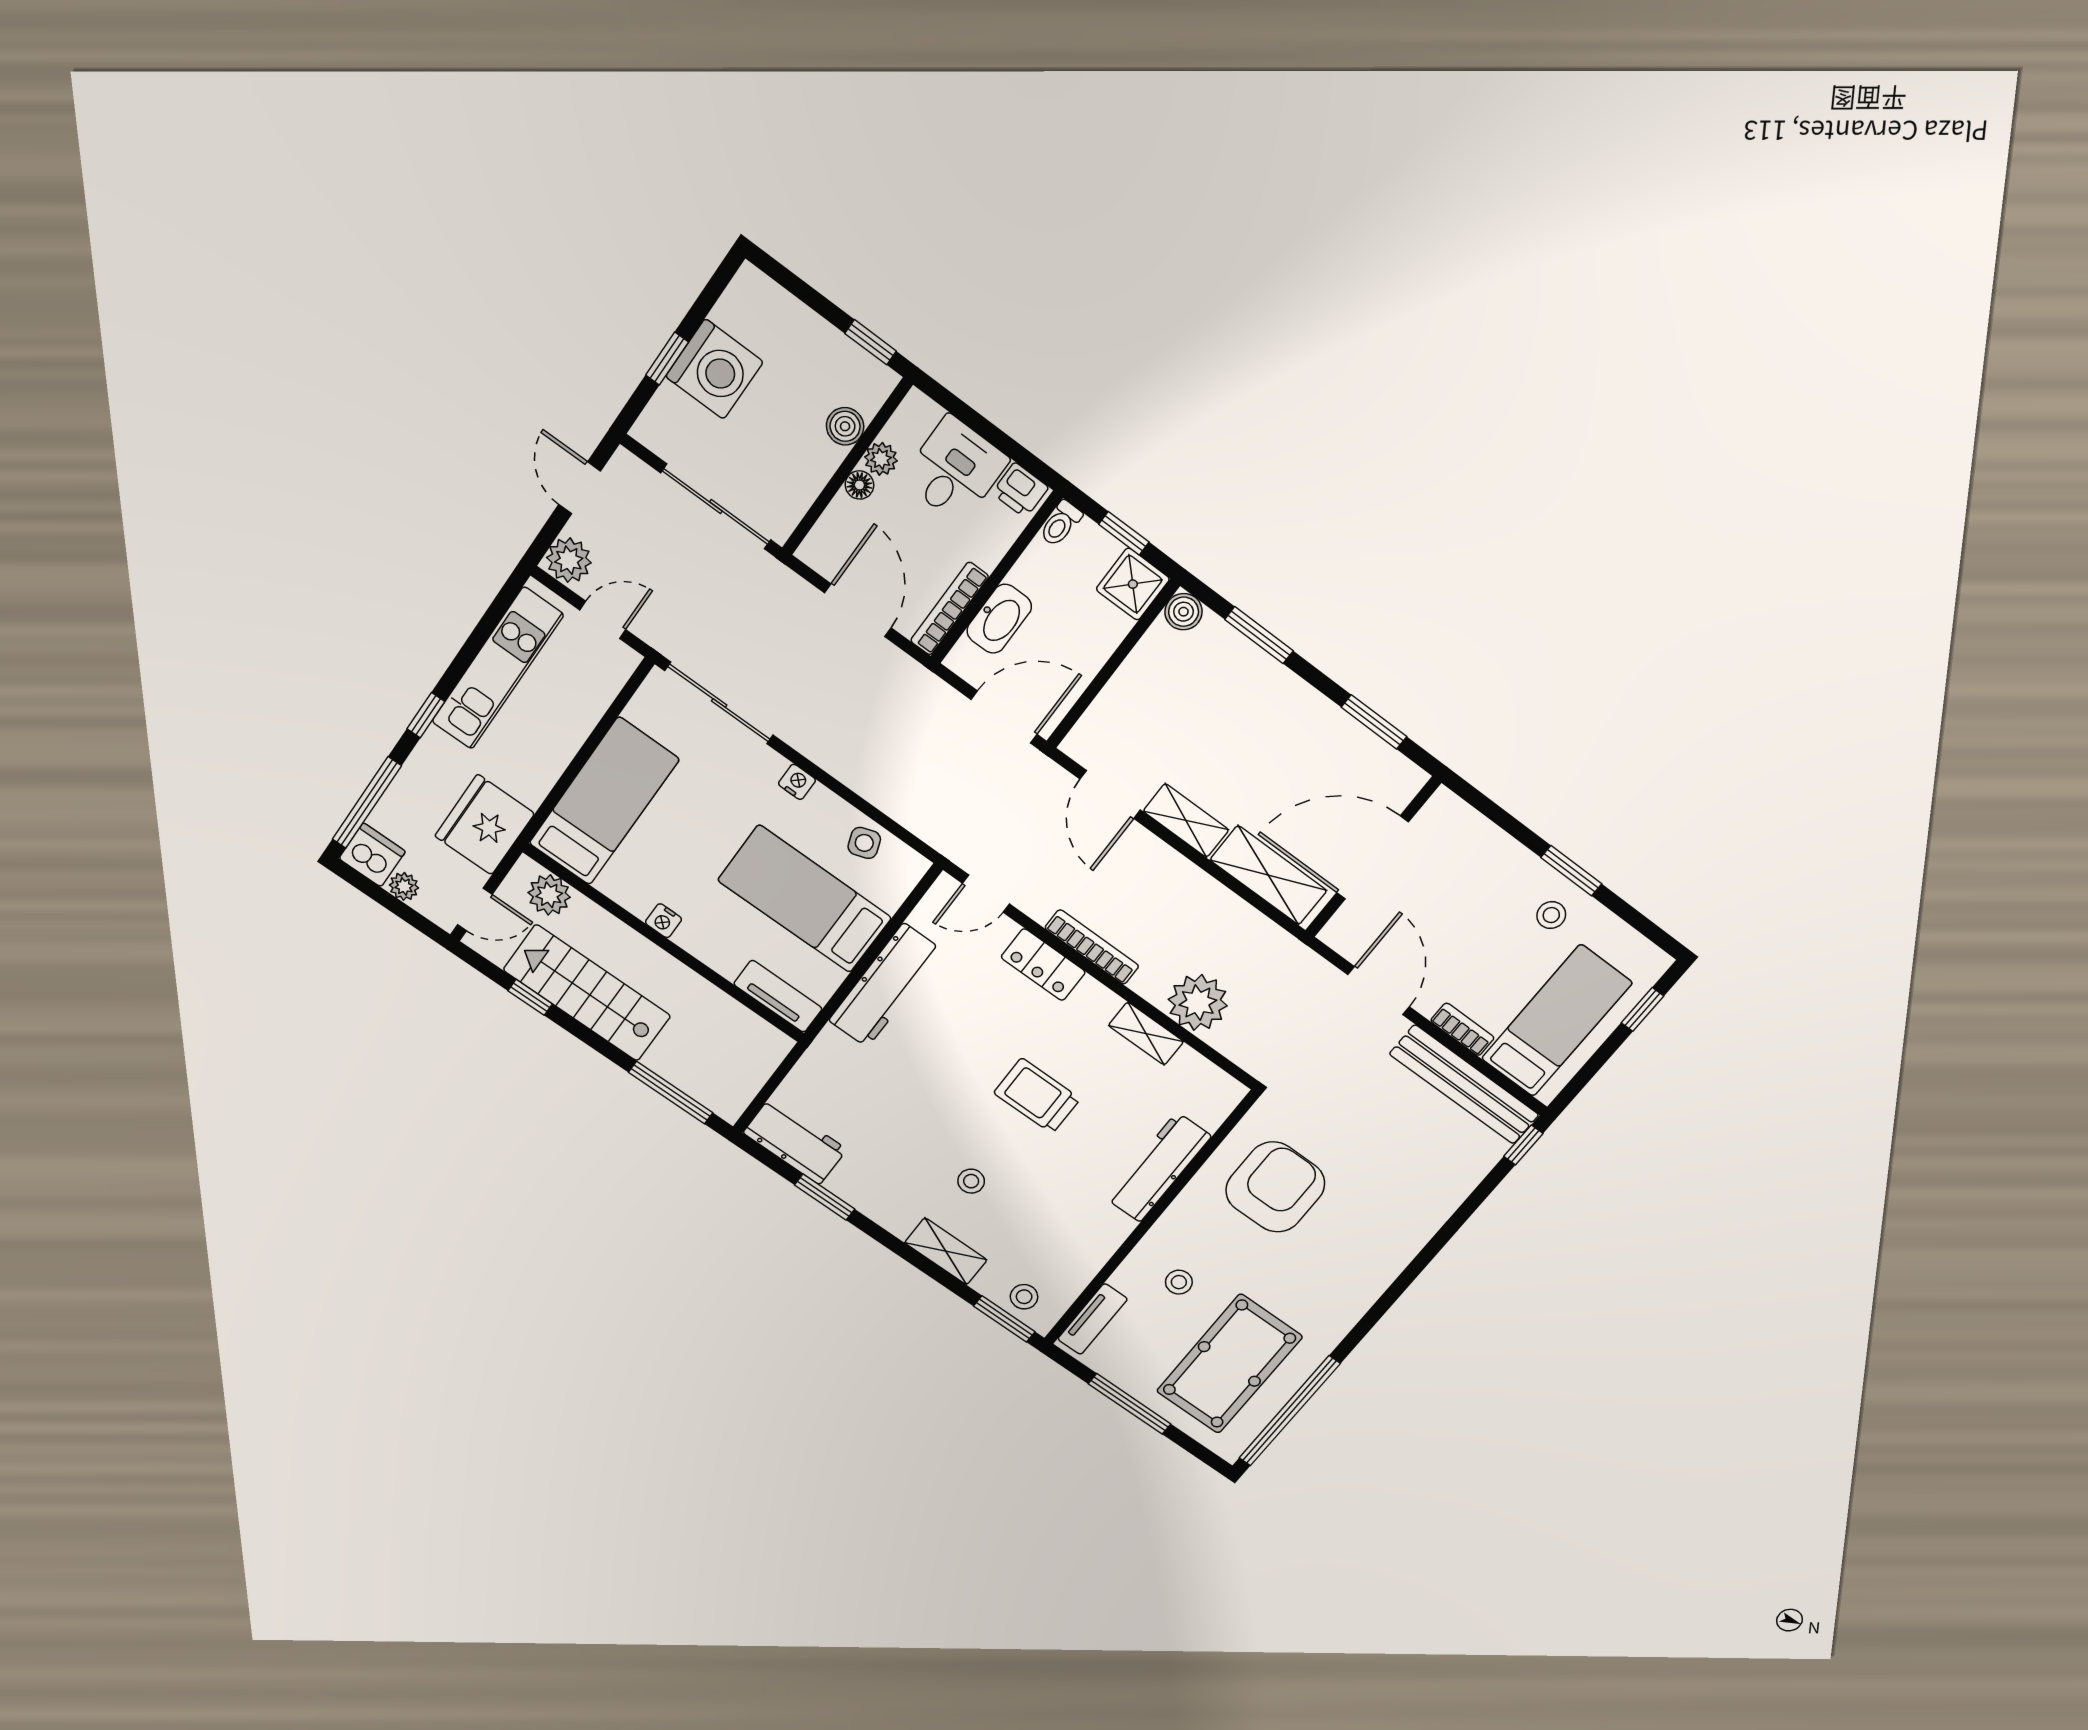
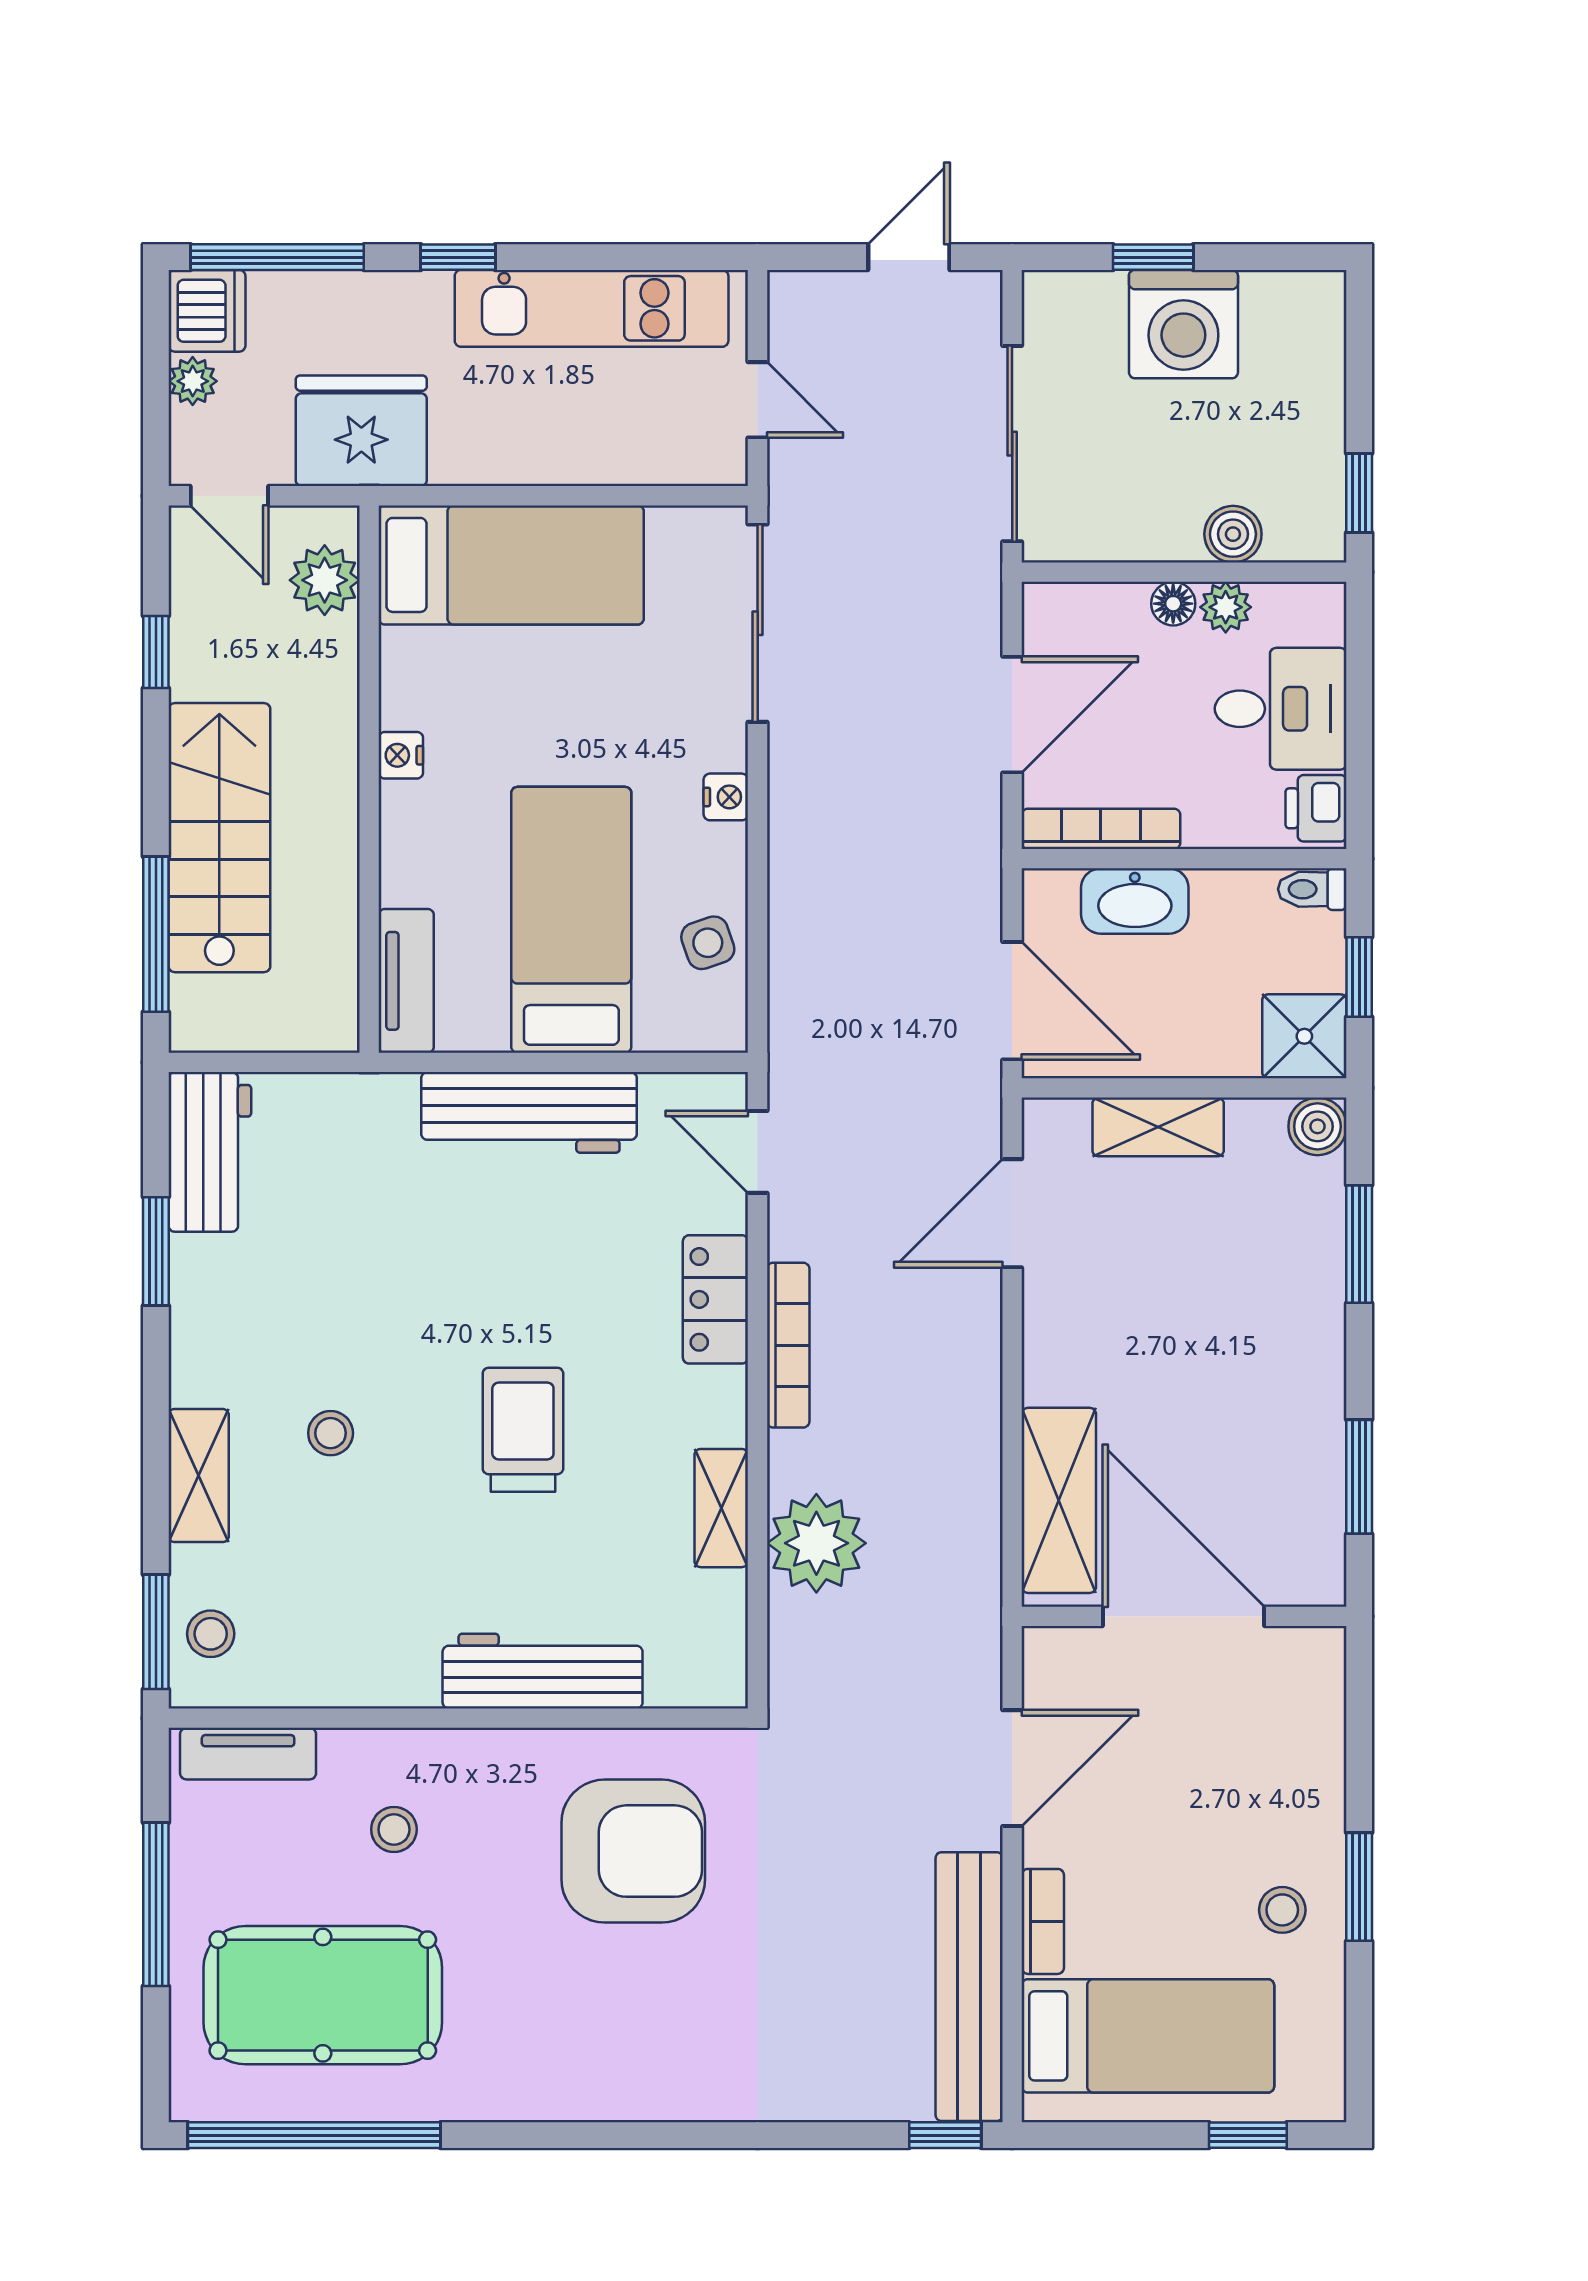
plant: (569, 560) -> (804, 305), removed
shelving: (1186, 820) -> (1158, 1127), moved, turned 90
stairs: (587, 993) -> (219, 838), moved

